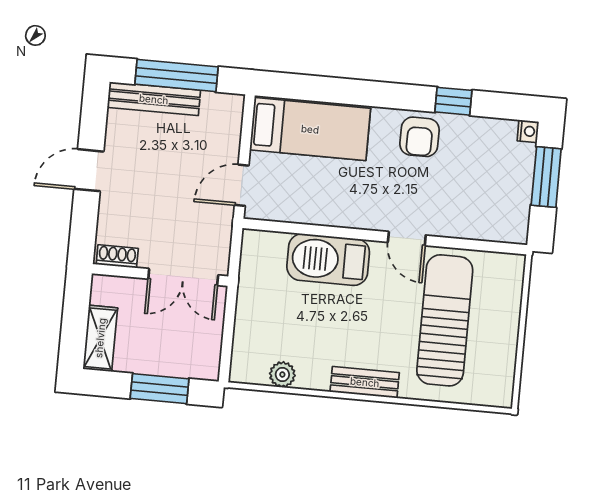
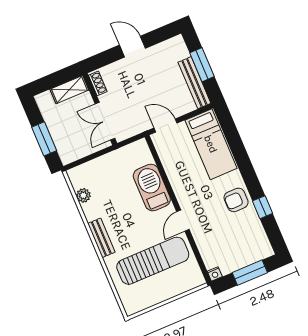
window: (176, 76) -> (202, 65), width x0.69
bench: (154, 99) -> (194, 83), moved
nightstand: (528, 131) -> (215, 274), moved
shelving: (100, 338) -> (69, 90), moved

